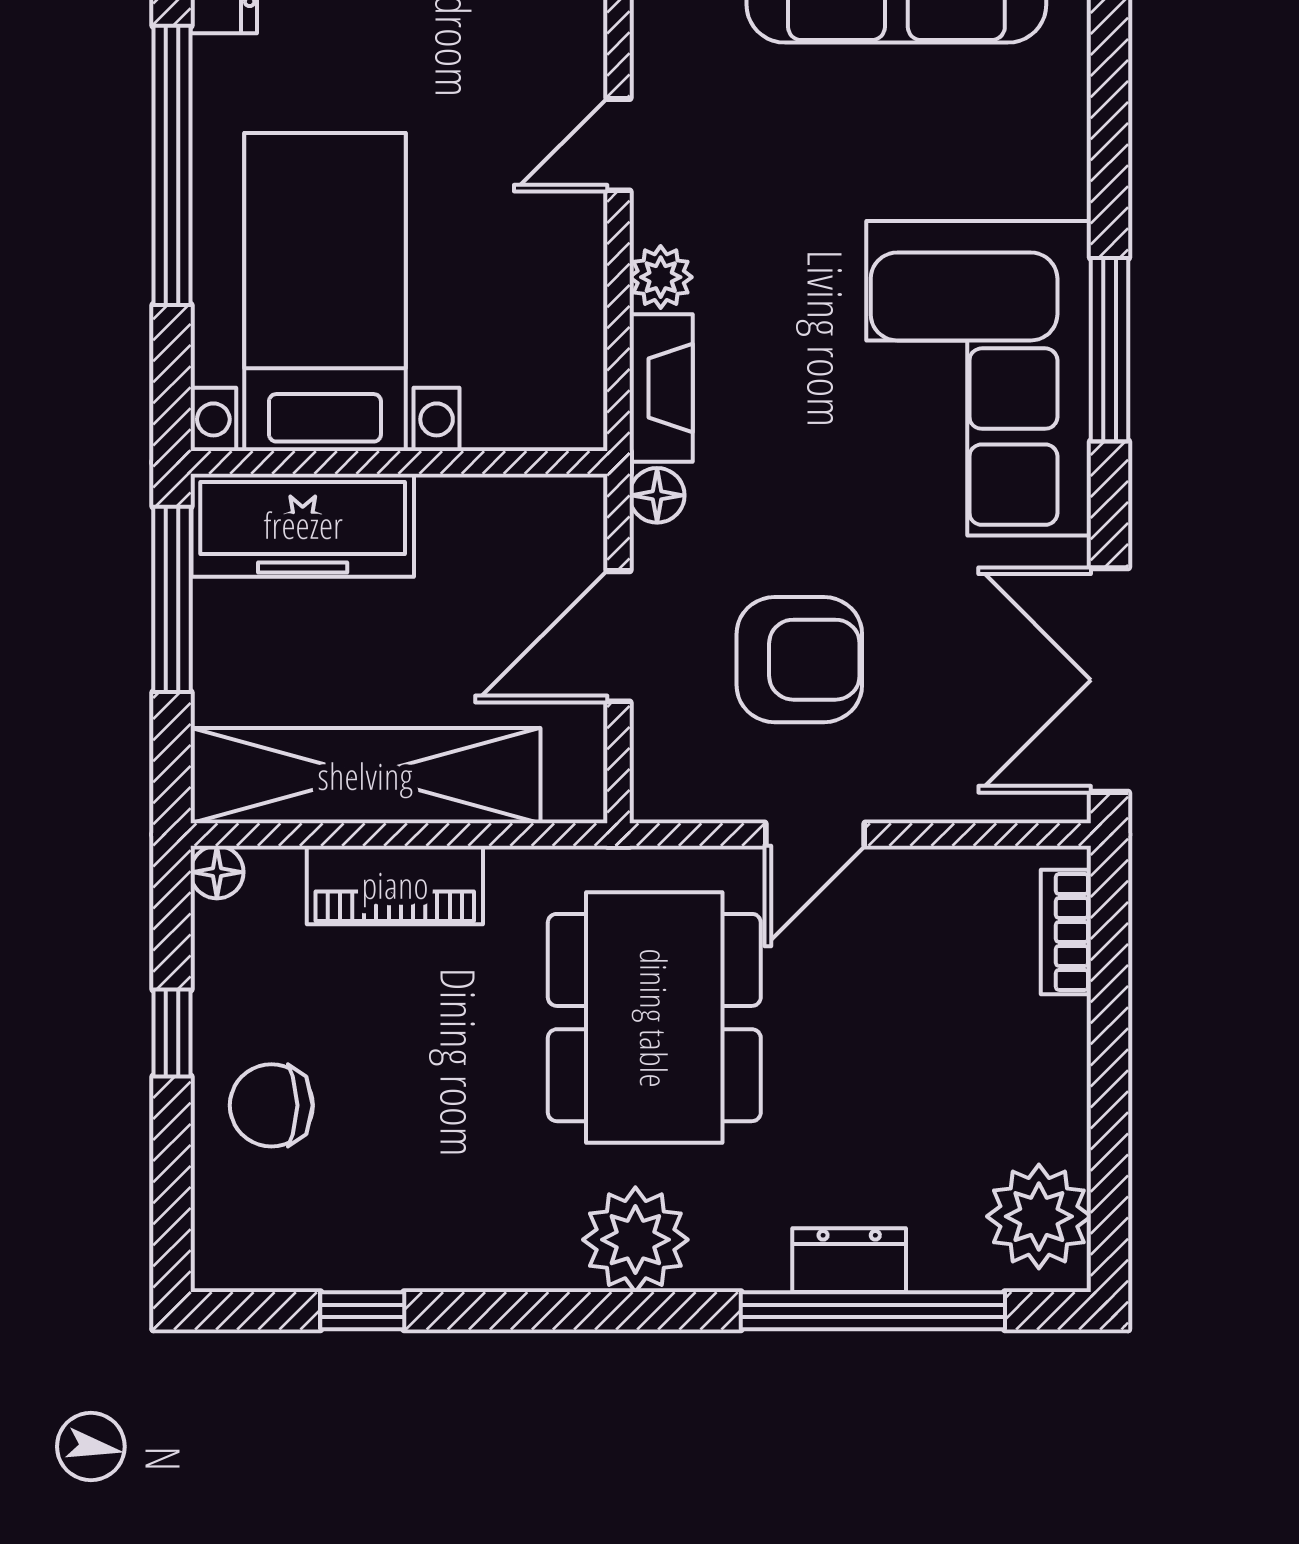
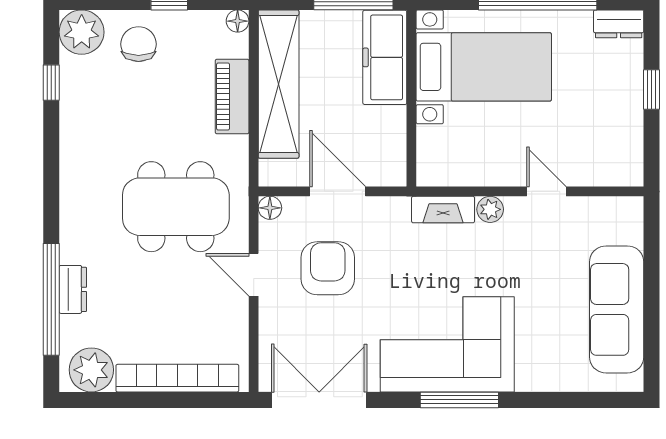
floor lamp: (657, 495) -> (270, 208), moved
armchair: (799, 660) -> (328, 268), turned 180
bookcase: (1066, 932) -> (177, 378), width x2.31, depth x1.31
plant: (635, 1240) -> (82, 32), moved

